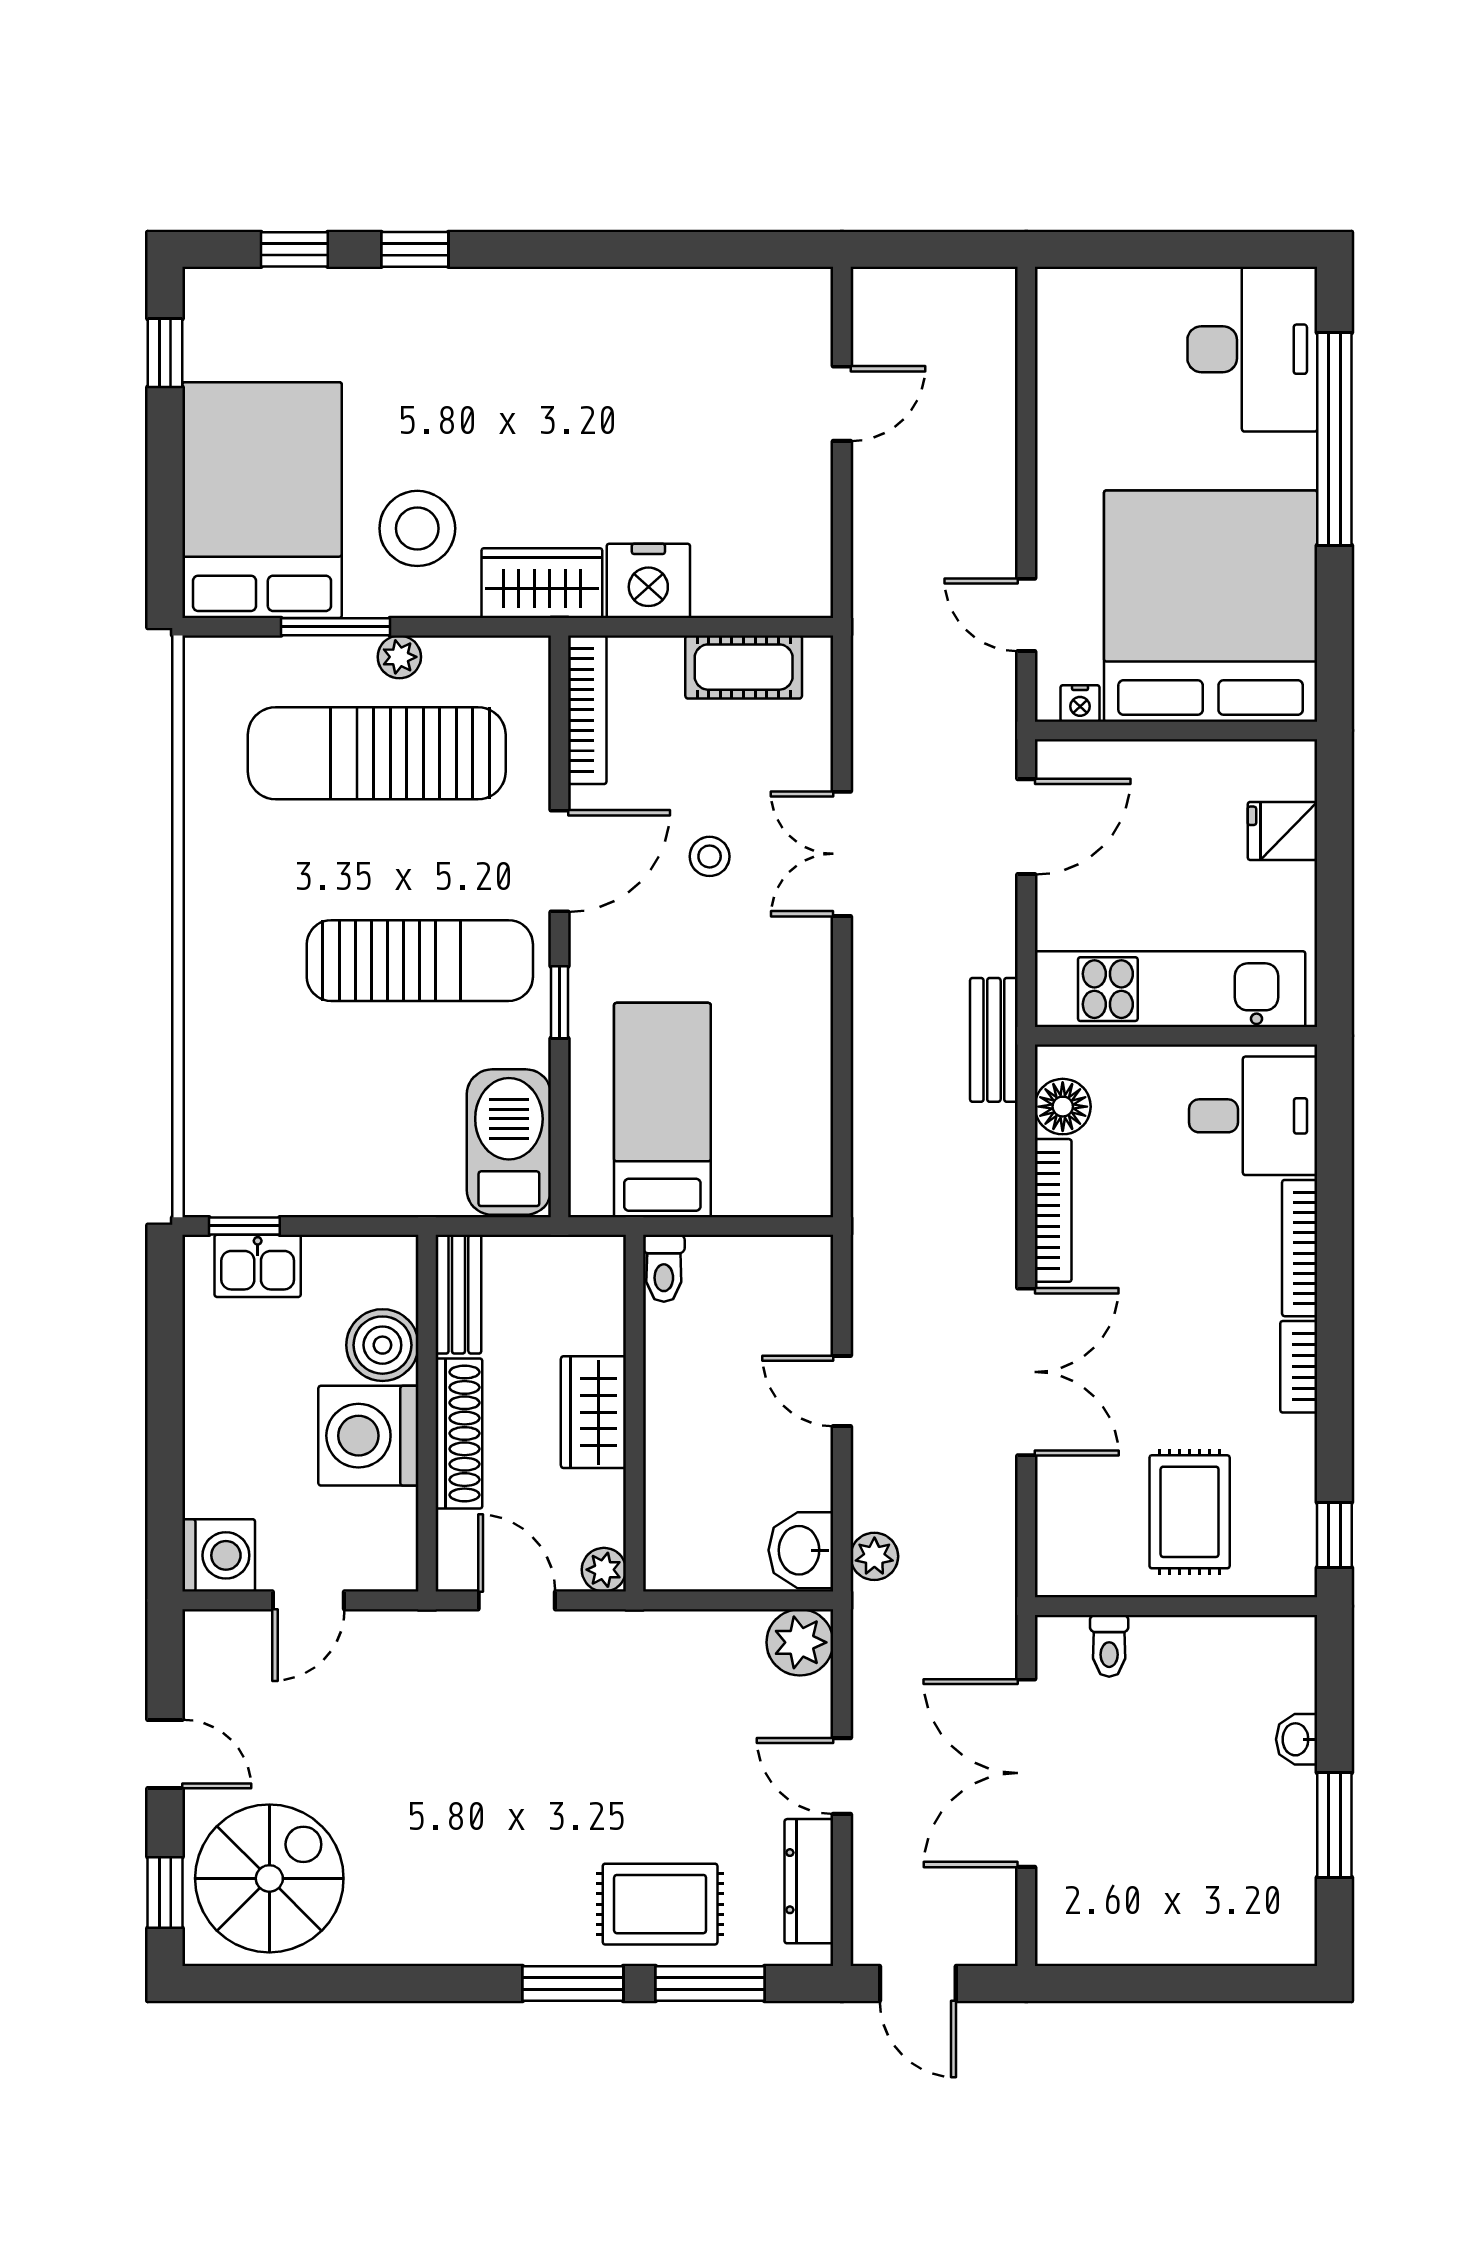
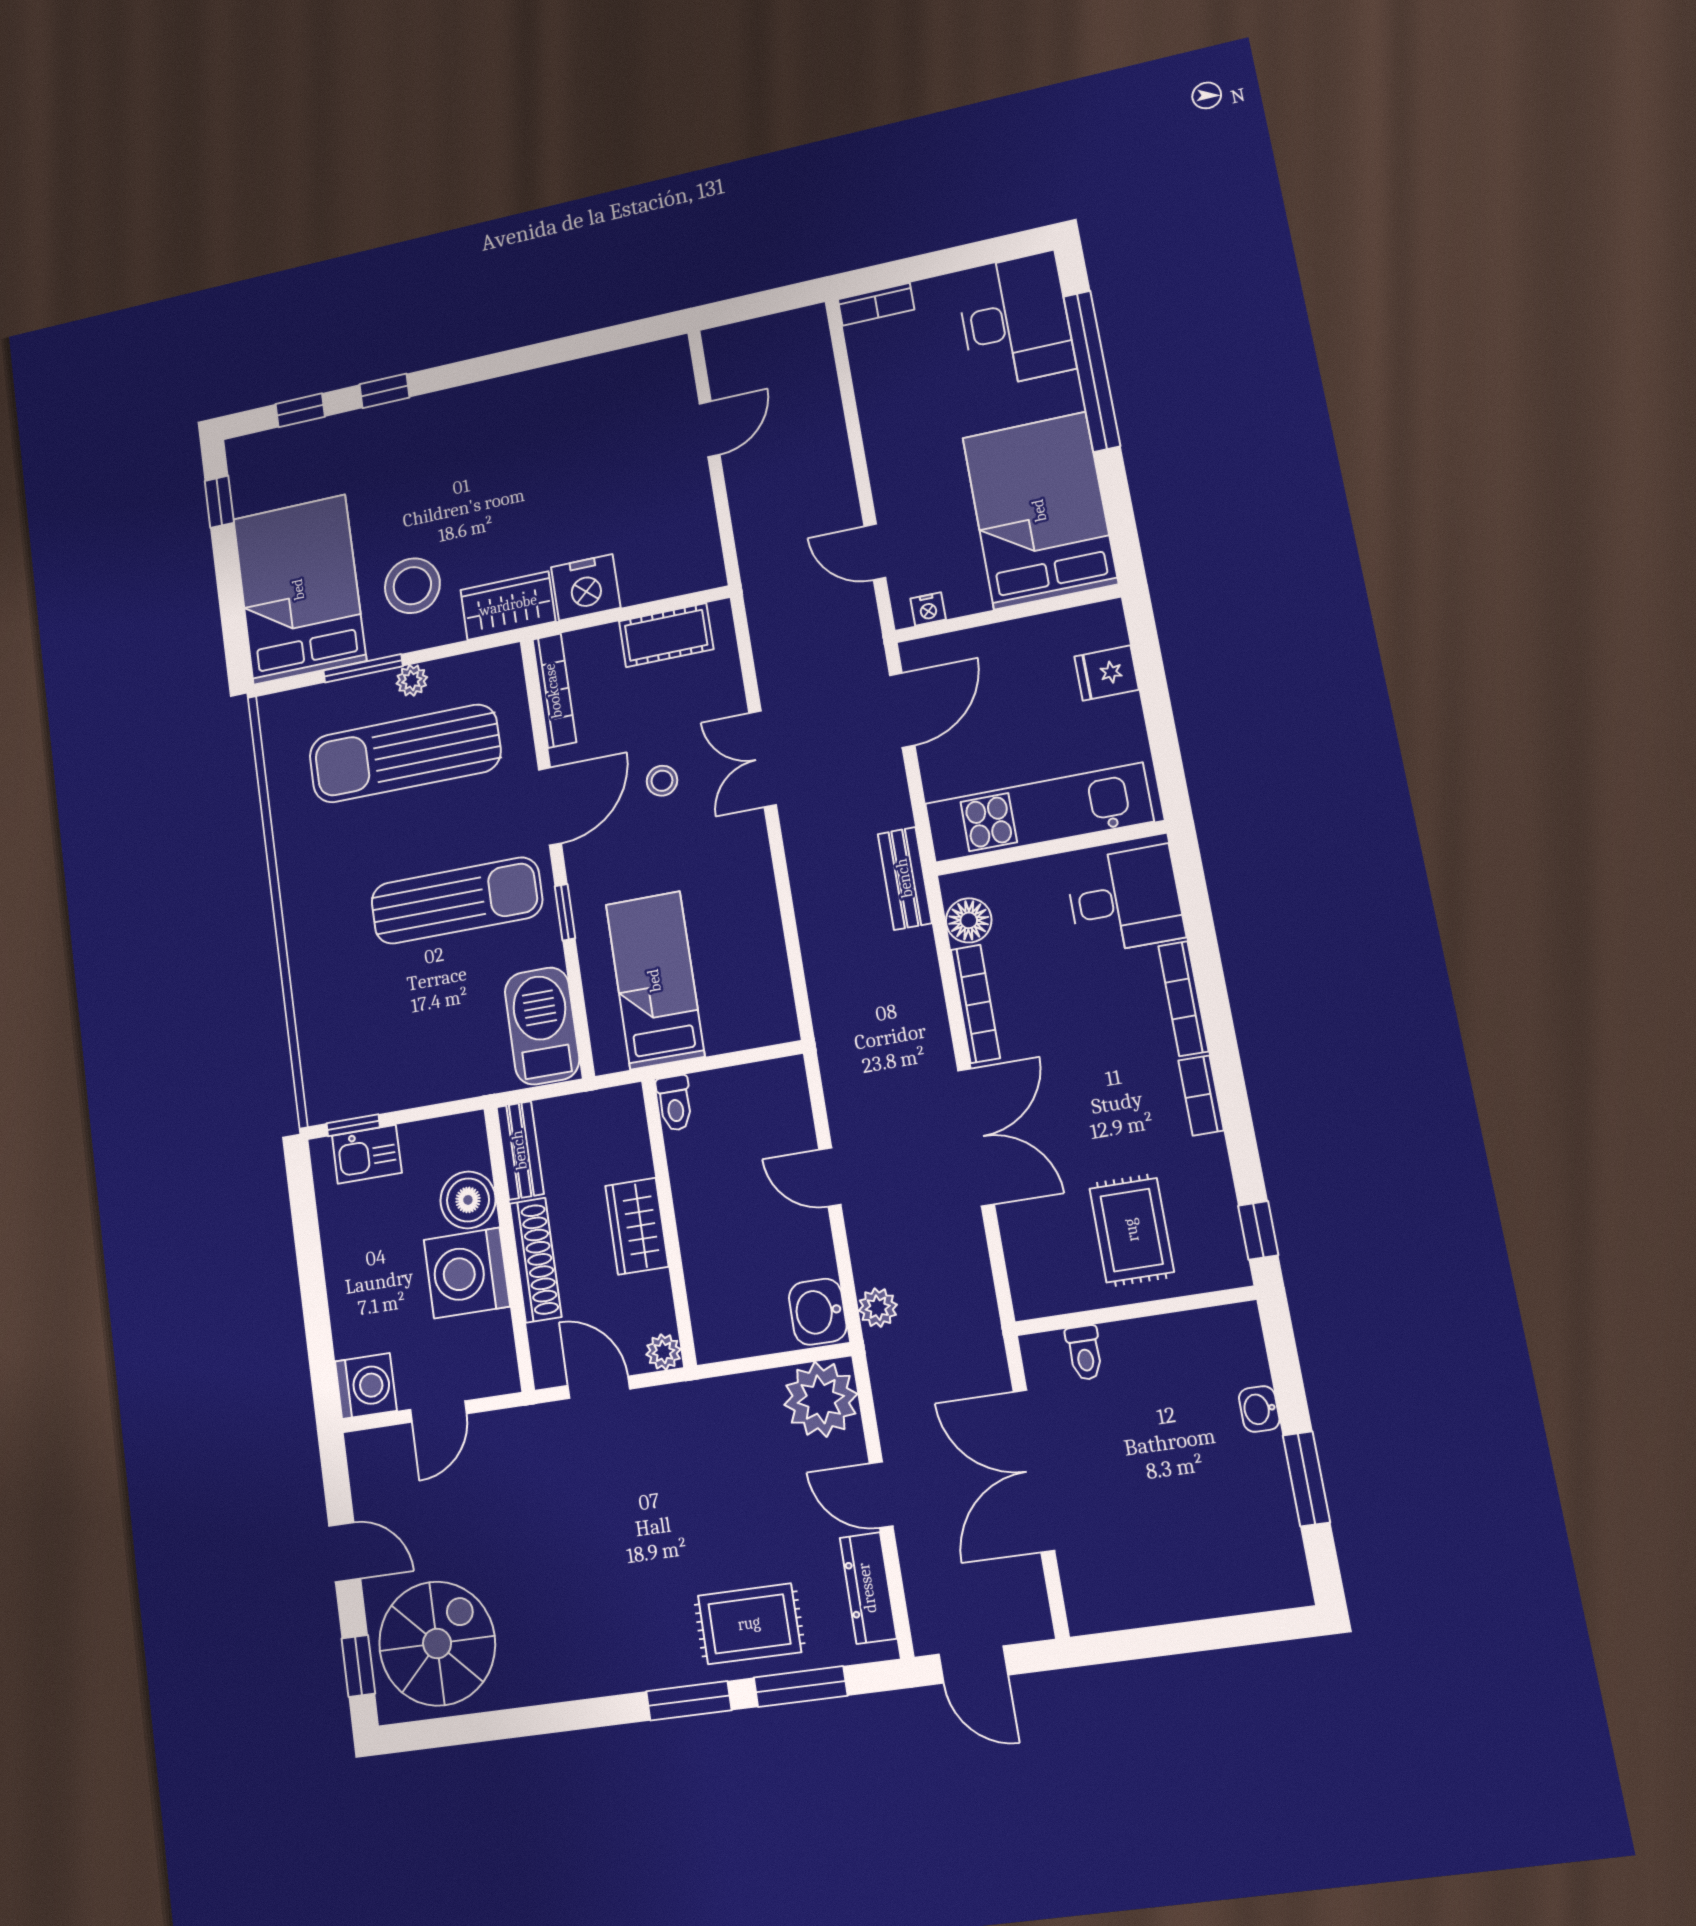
bookcase: (1082, 286) -> (876, 304), added
bed: (1211, 606) -> (1040, 510), width x0.73
plant: (800, 1642) -> (821, 1399), width x1.36, depth x1.36

